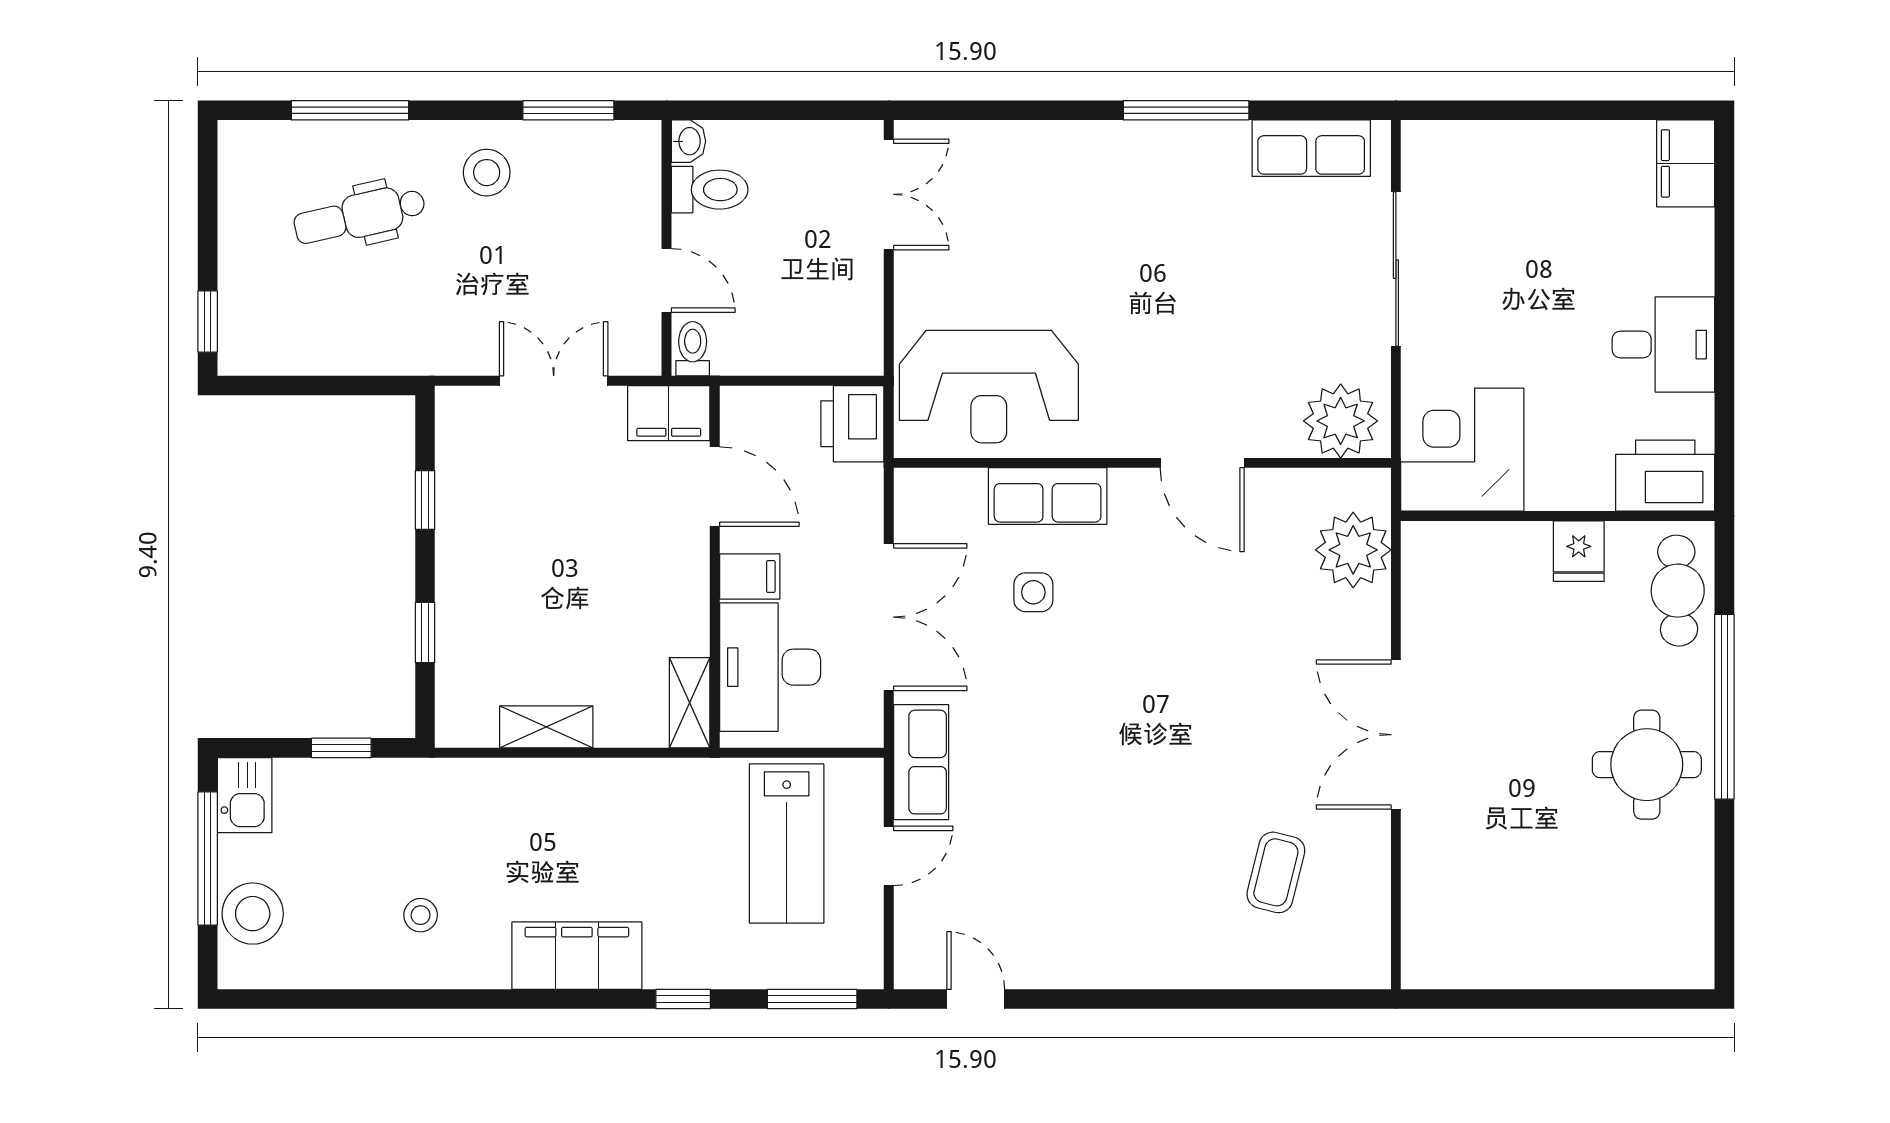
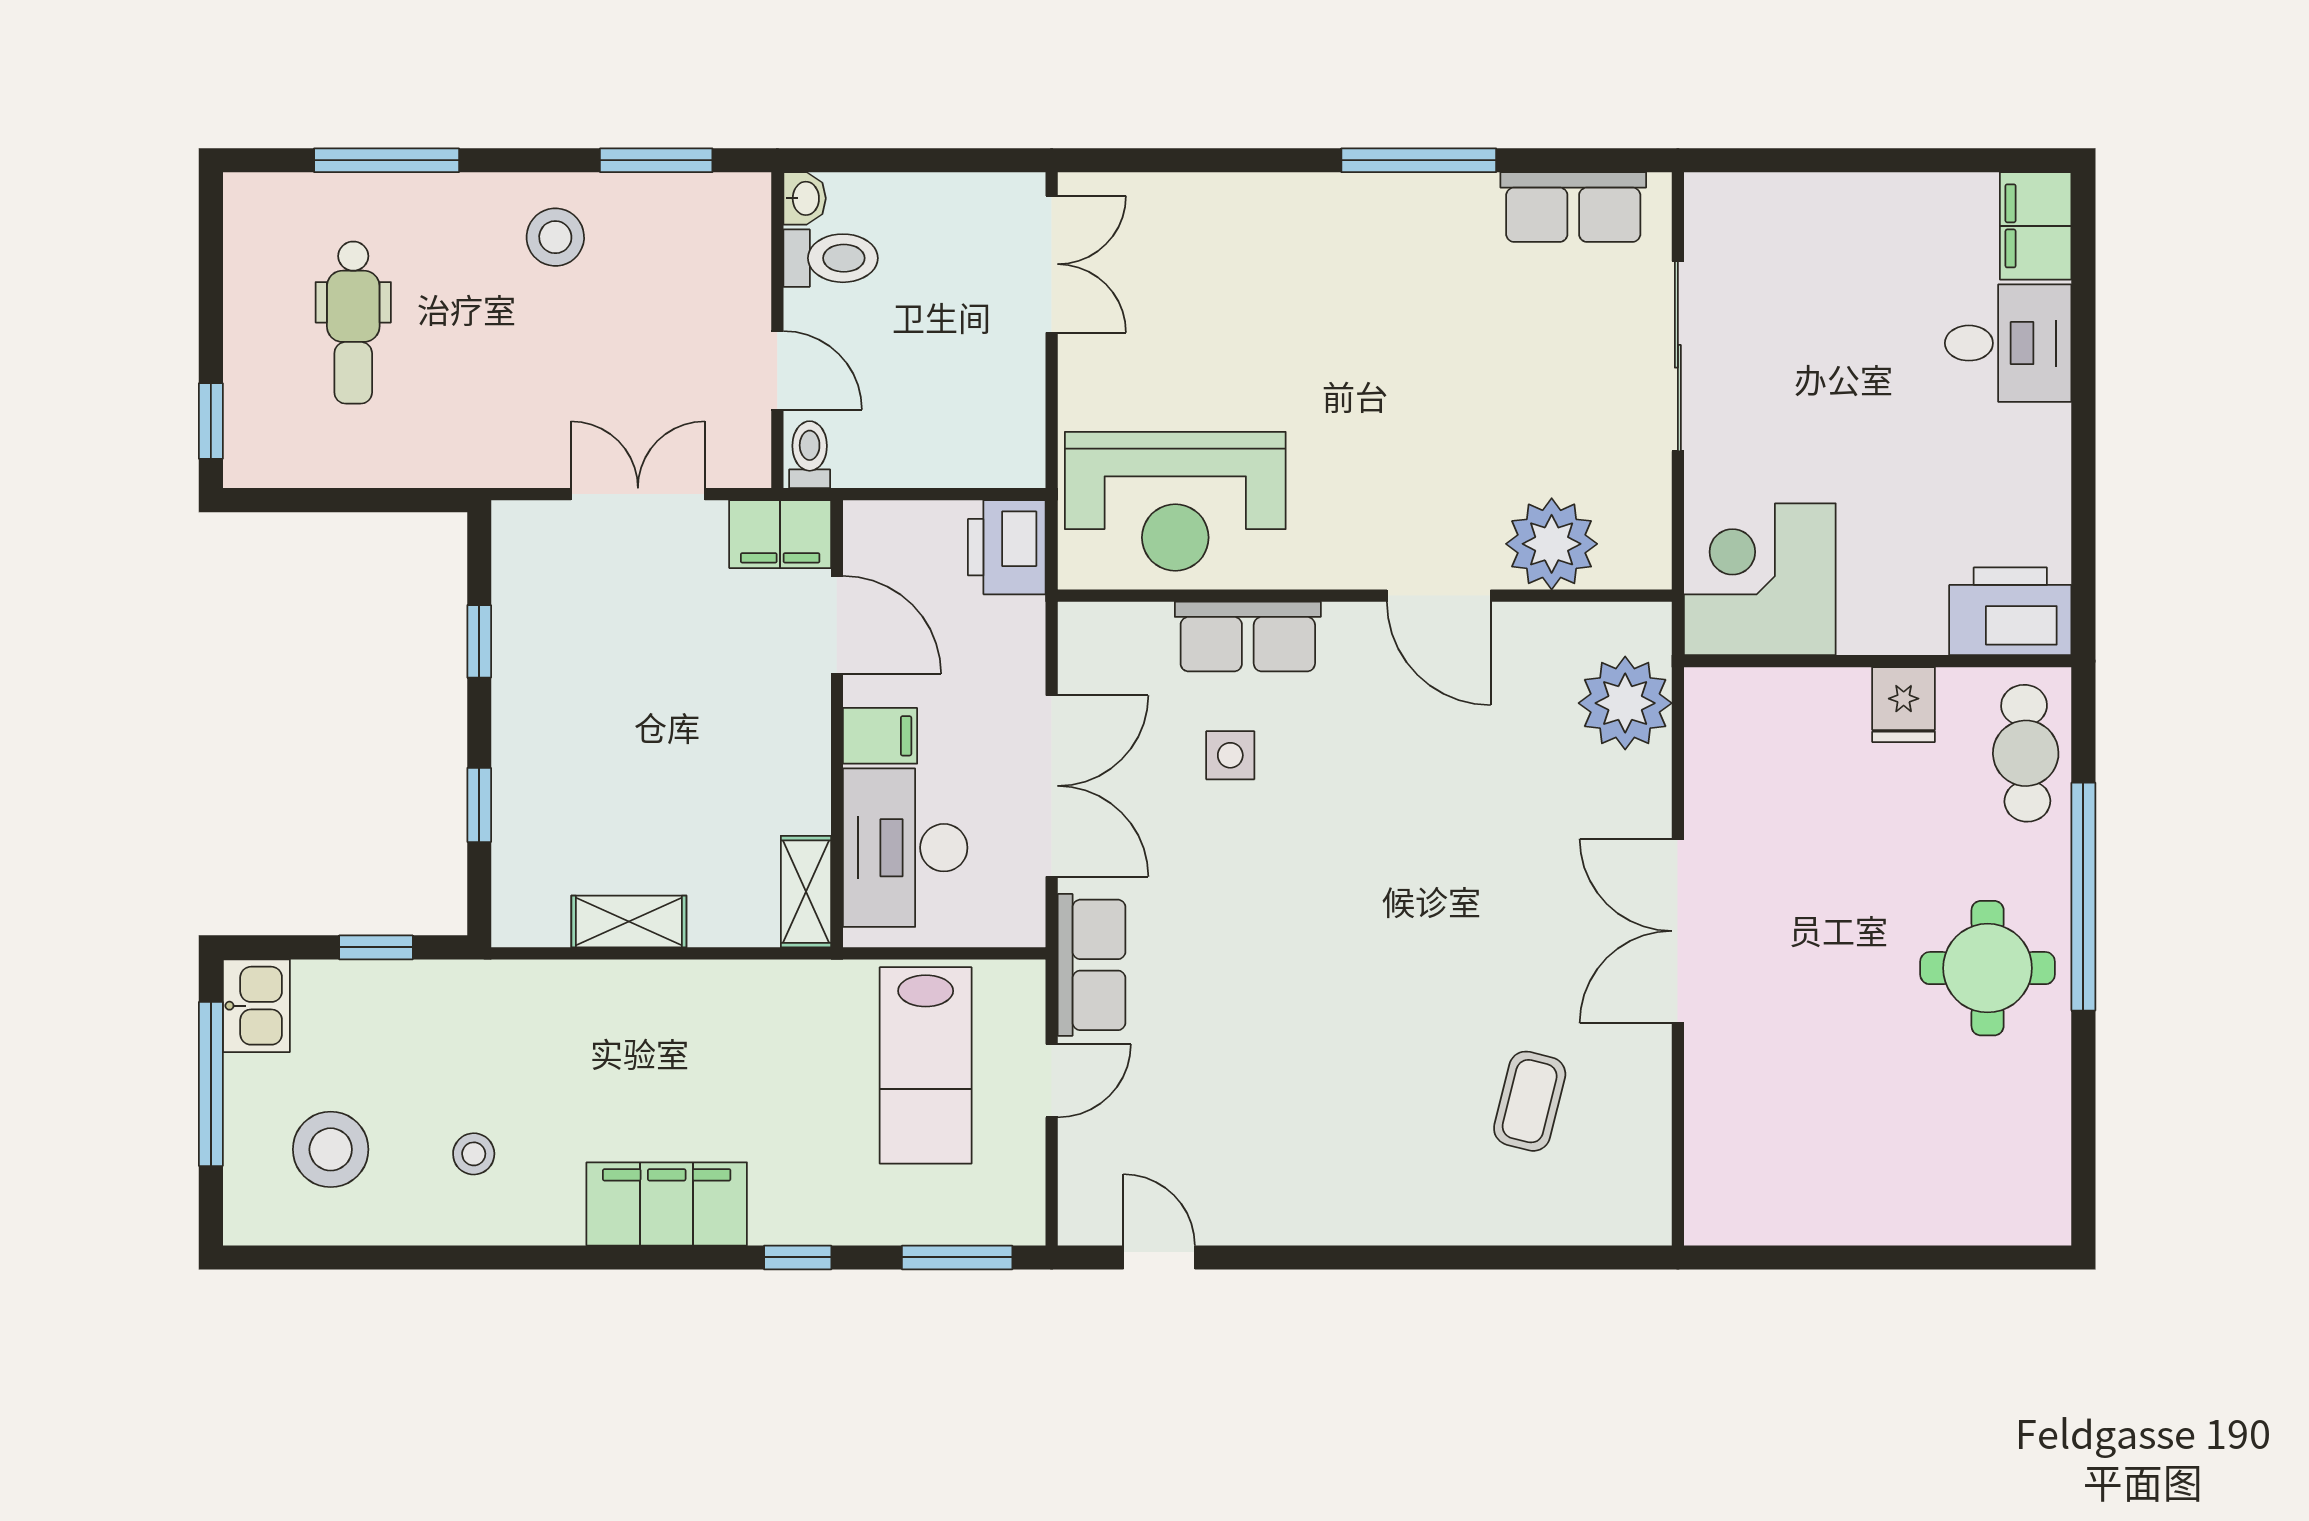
dental chair: (360, 216) -> (353, 323), moved, turned -77
desk: (1663, 345) -> (2008, 343), moved
plant: (1341, 421) -> (1552, 544), moved
stool: (253, 914) -> (331, 1149), moved

